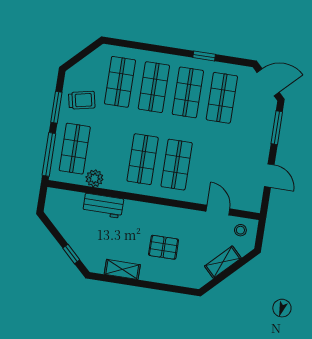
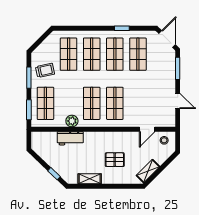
door: (268, 82) -> (167, 39), hinge flipped
window: (49, 154) -> (29, 110), width x0.69
plant: (94, 178) -> (72, 121), moved
door: (218, 210) -> (147, 129), swing flipped
shelving: (223, 262) -> (148, 171), moved

